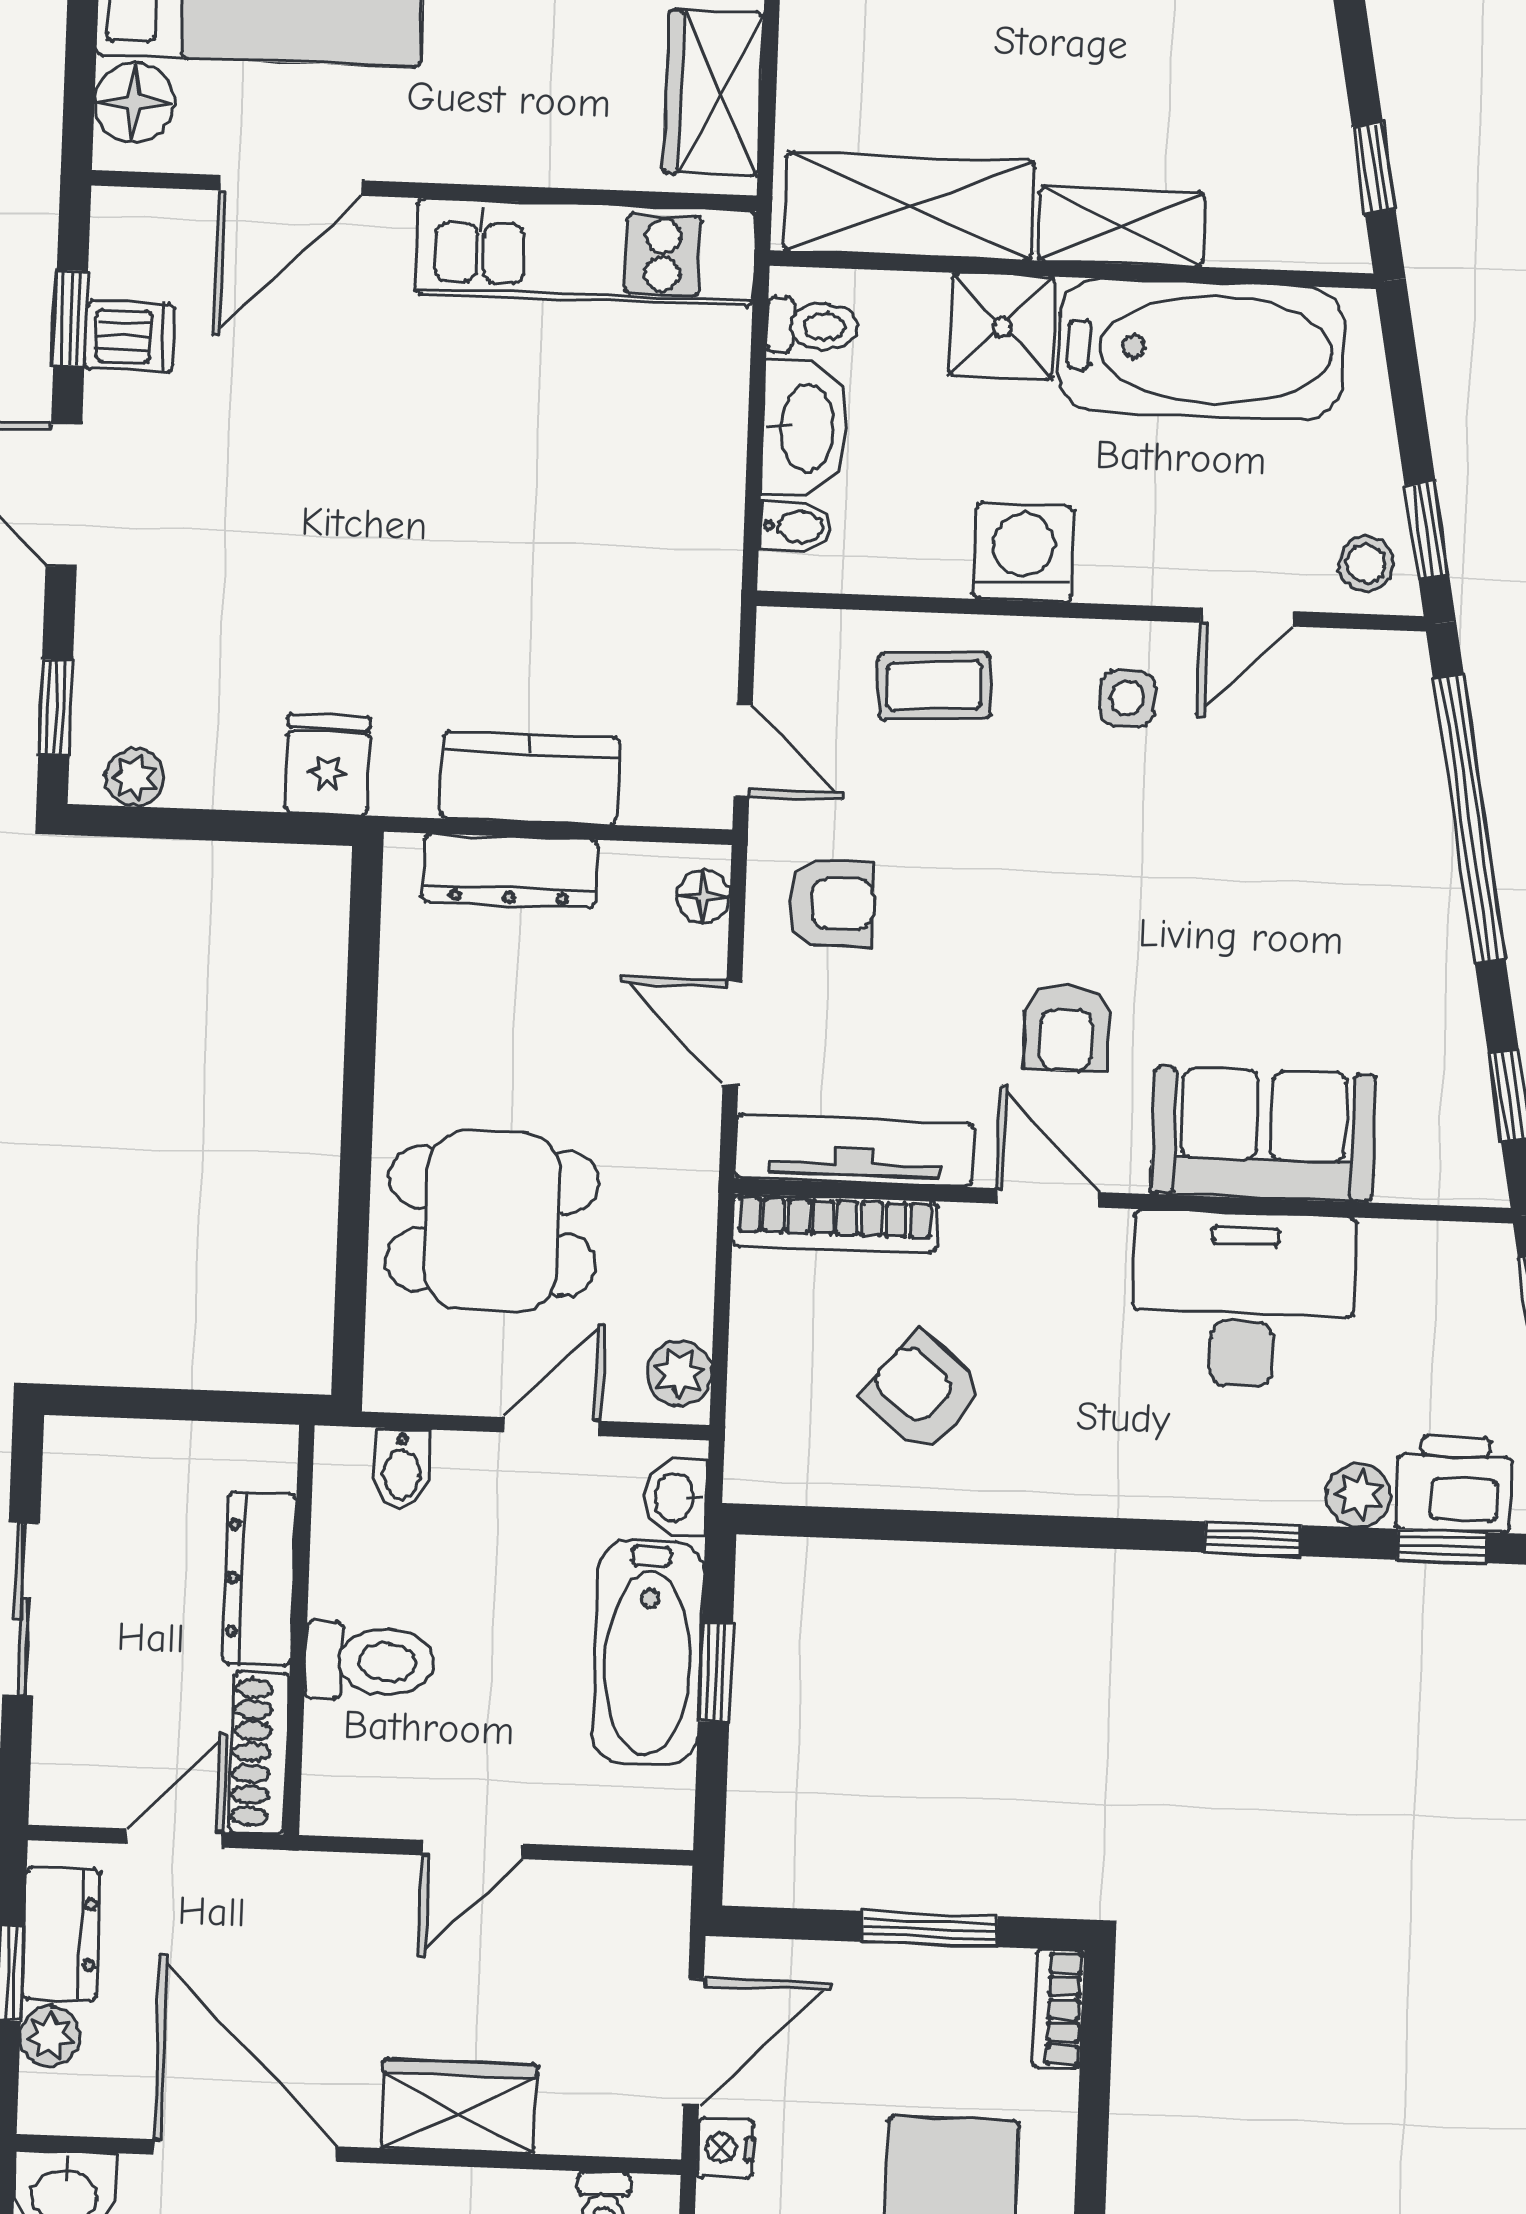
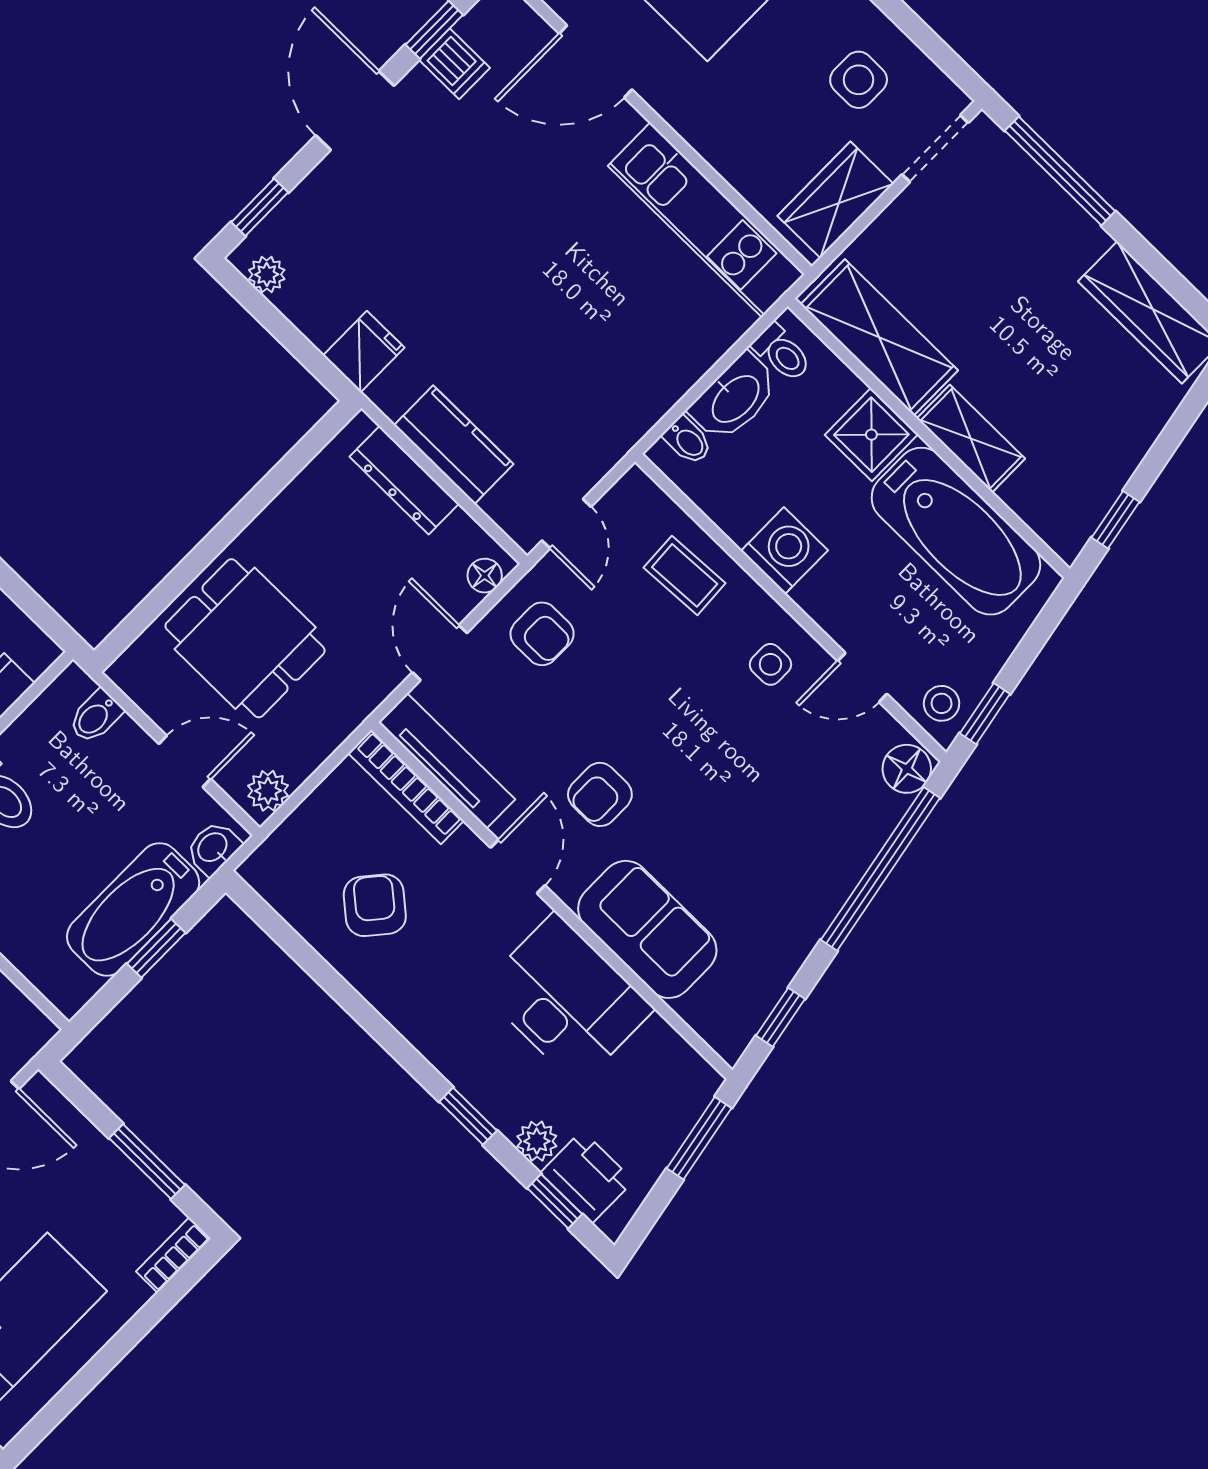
floor lamp: (1394, 676) -> (907, 769), added

